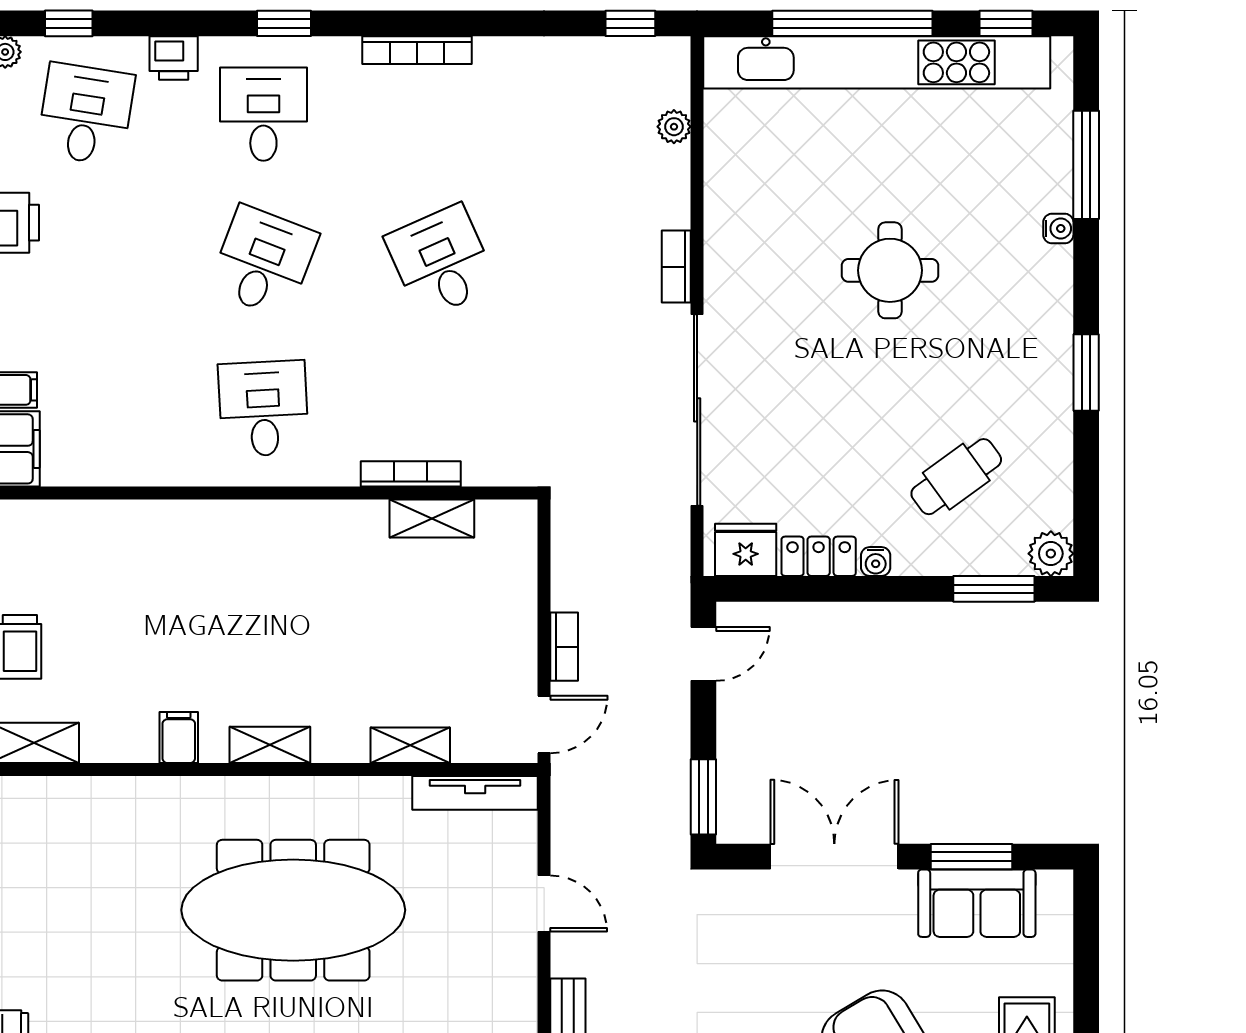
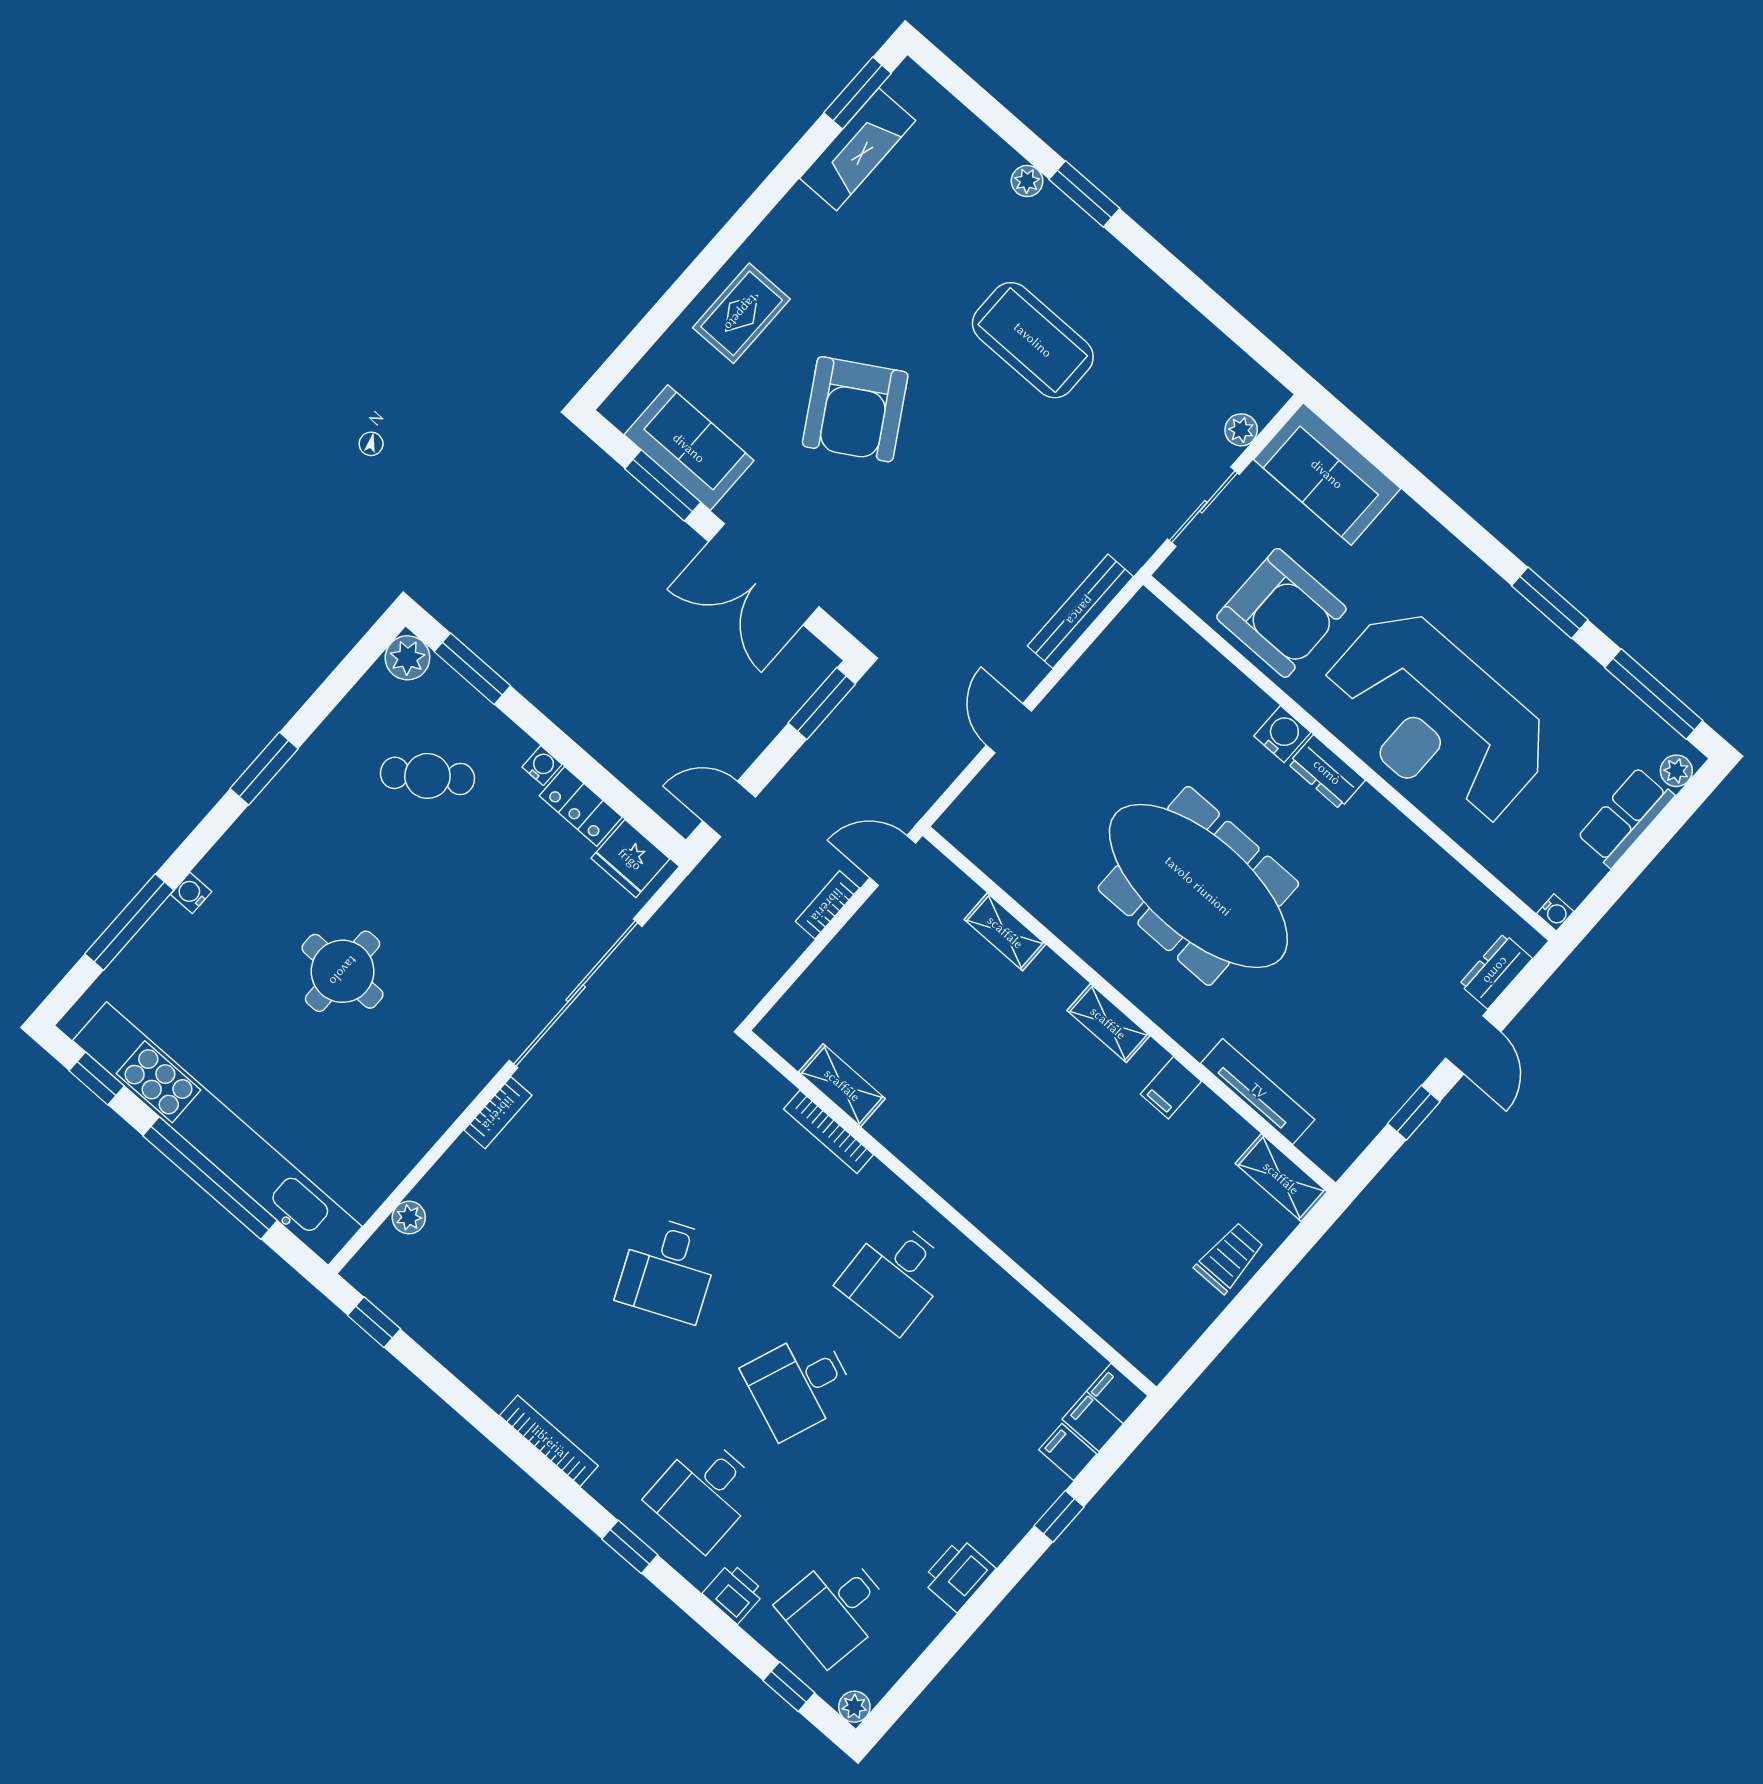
tv unit: (475, 793) -> (1258, 1091), moved

